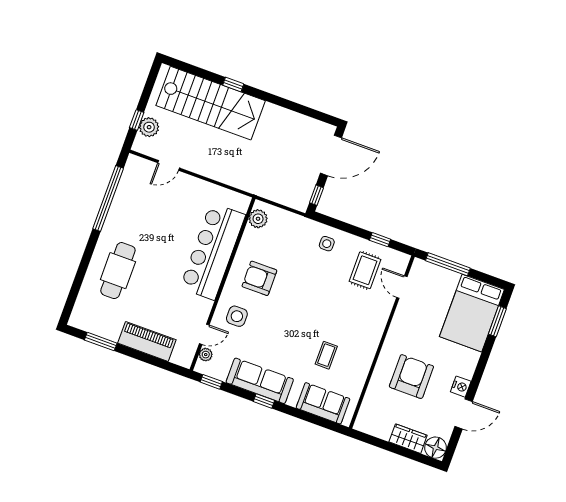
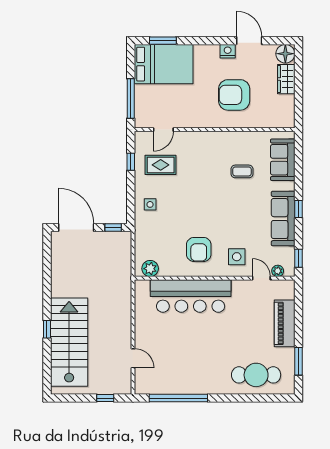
plant: (149, 127) -> (107, 386), removed
cafe table: (118, 271) -> (256, 375), moved

